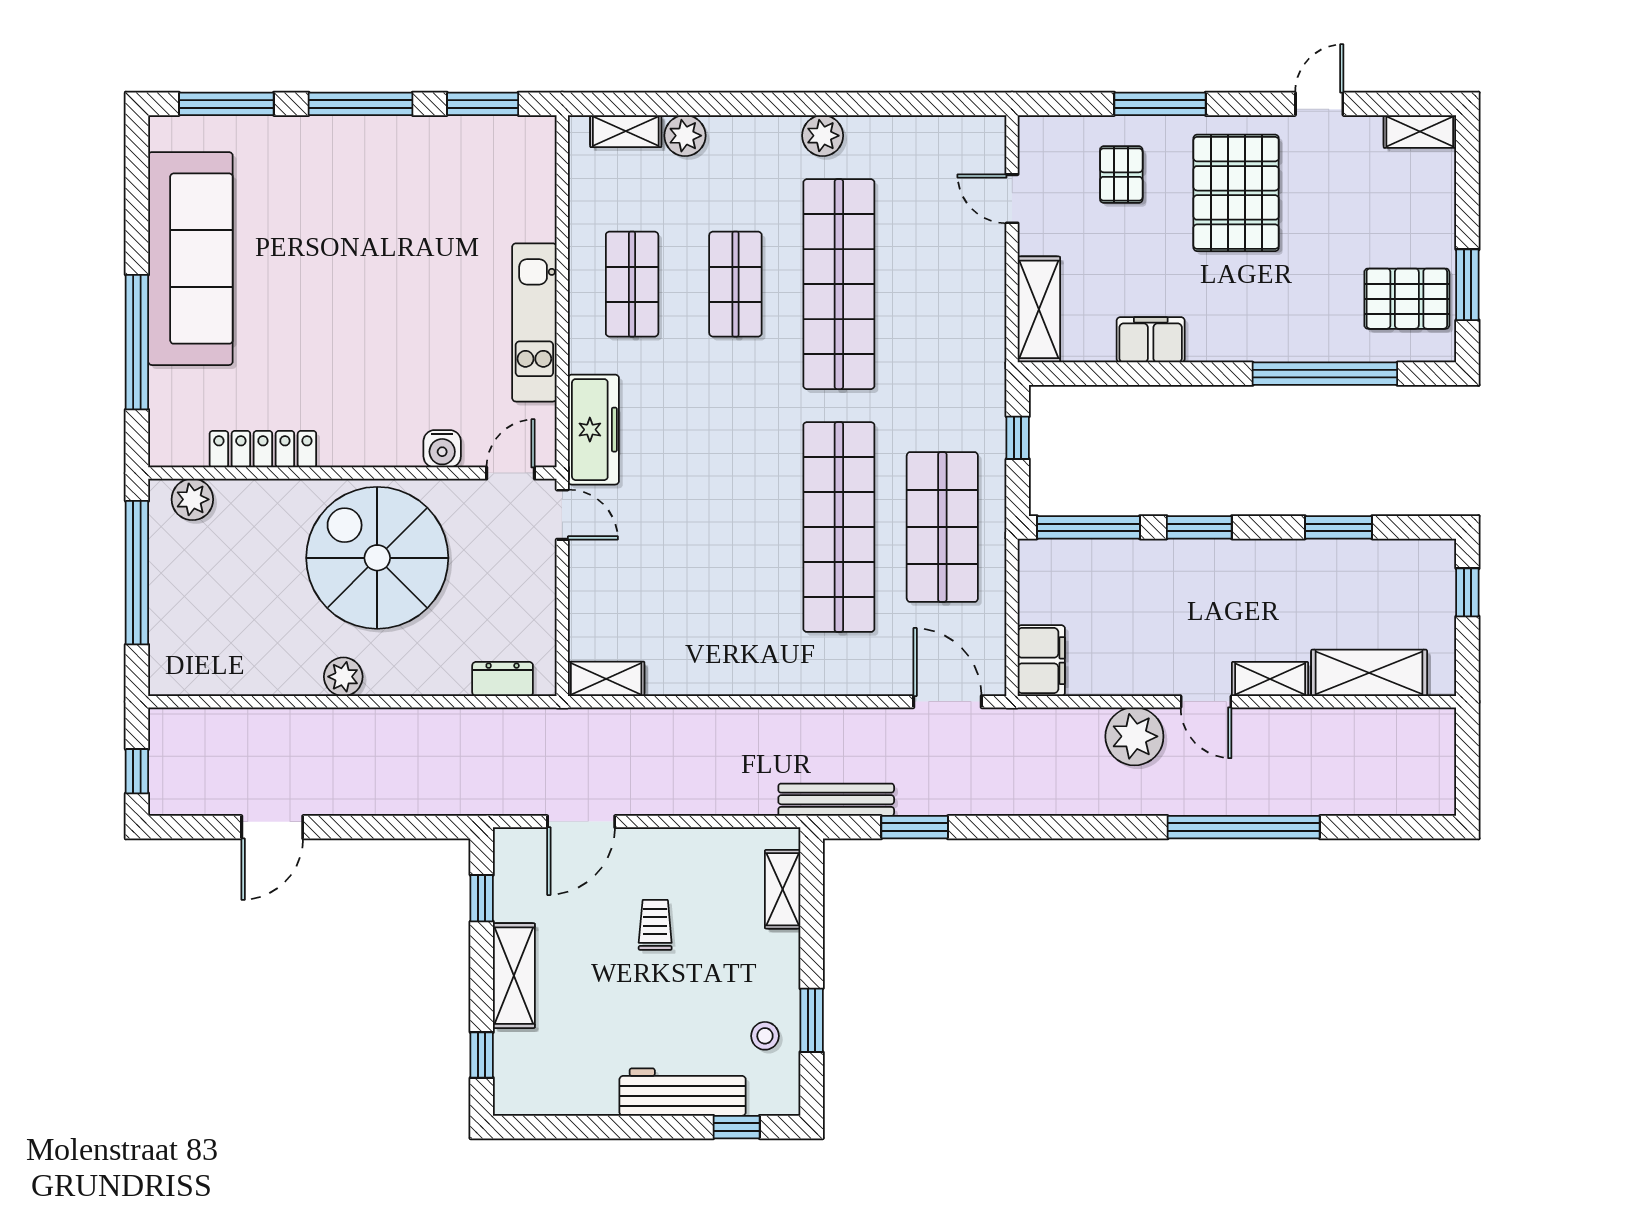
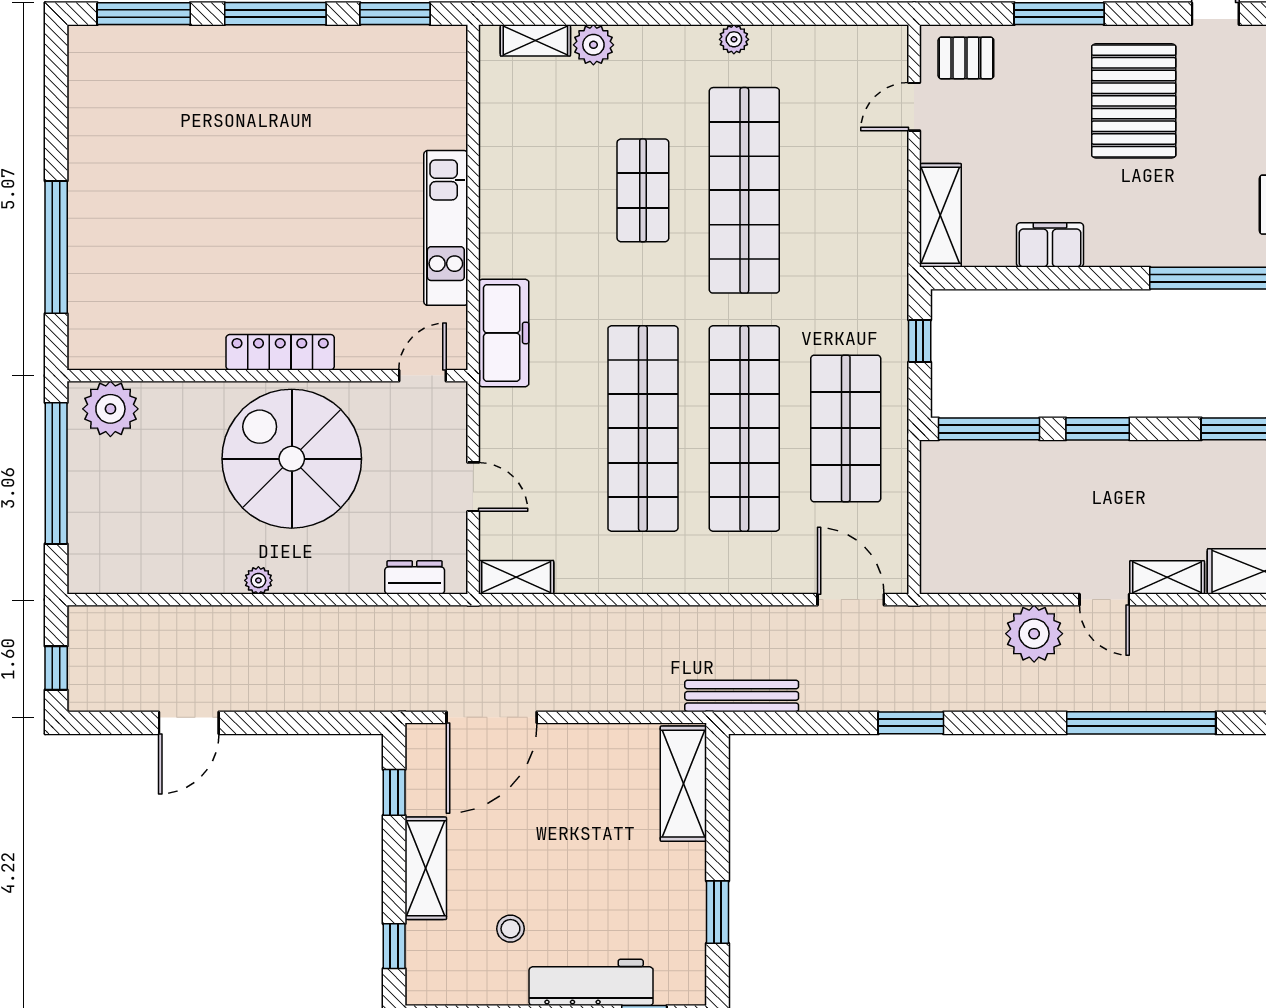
plant: (823, 136) -> (734, 39), width x0.73, depth x0.73
pallet: (1121, 175) -> (966, 58), moved, turned 90
door: (1012, 199) -> (914, 107), hinge flipped
sofa: (190, 259) -> (109, 165), removed
shop shelf: (632, 284) -> (643, 428), moved, width x2.00, depth x1.36
locker: (263, 449) -> (280, 352), moved
water cooler: (442, 449) -> (355, 352), removed
plant: (192, 499) -> (110, 409), width x1.36, depth x1.36
door: (562, 515) -> (473, 487), moved
filing cabinet: (1041, 661) -> (943, 559), removed
plant: (343, 677) -> (258, 580), width x0.73, depth x0.73
door: (581, 822) -> (492, 717), width x1.36
window: (915, 827) -> (911, 723), moved
shelving: (783, 889) -> (683, 784), width x1.50, depth x1.33
trolley: (655, 925) -> (564, 819), removed
stool: (765, 1036) -> (510, 929), moved

